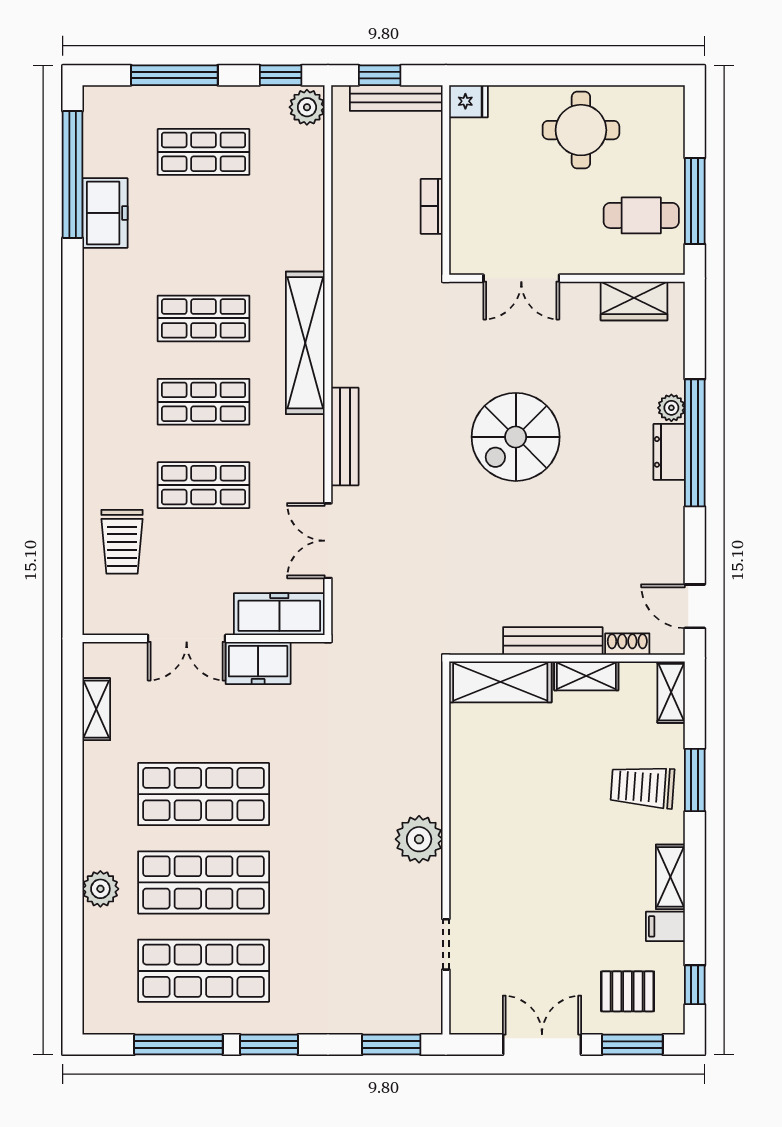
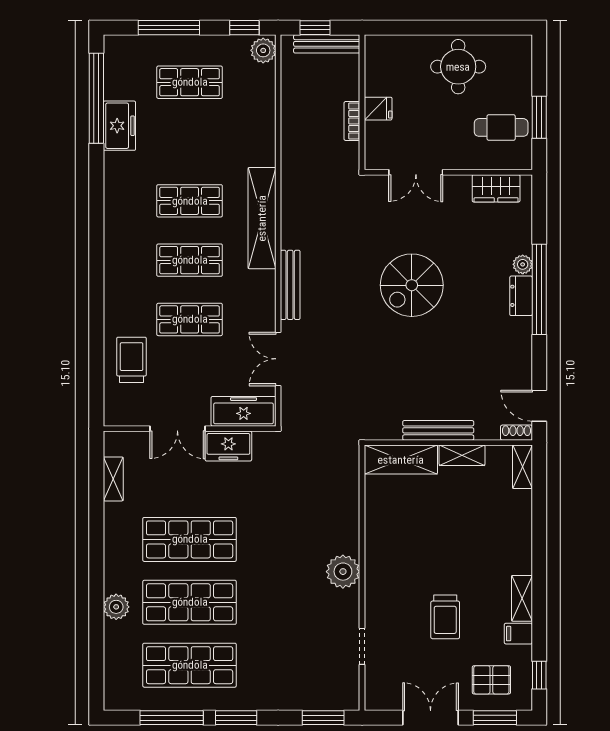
fridge: (468, 101) -> (378, 109), moved
window: (695, 201) -> (539, 117), width x0.69
trolley: (122, 542) -> (132, 360), turned 180
shoe rack: (627, 644) -> (516, 433), moved
window: (695, 780) -> (539, 529), removed
trolley: (643, 787) -> (445, 617), moved, turned -94

